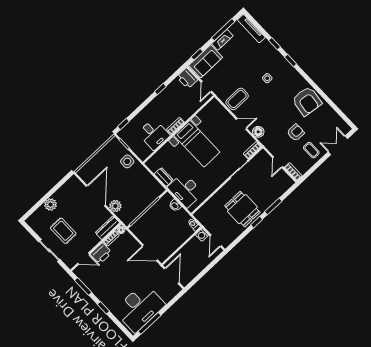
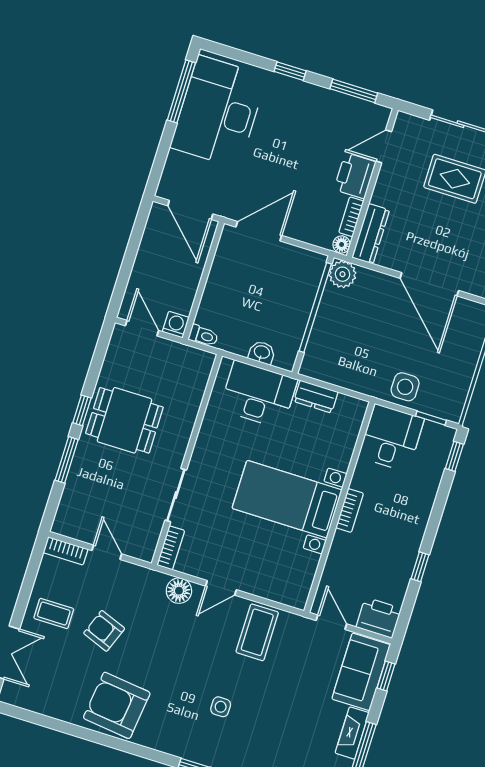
armchair: (296, 133) -> (104, 631), turned 111
desk: (154, 134) -> (391, 438), moved, turned 90
plant: (115, 206) -> (342, 274), moved

